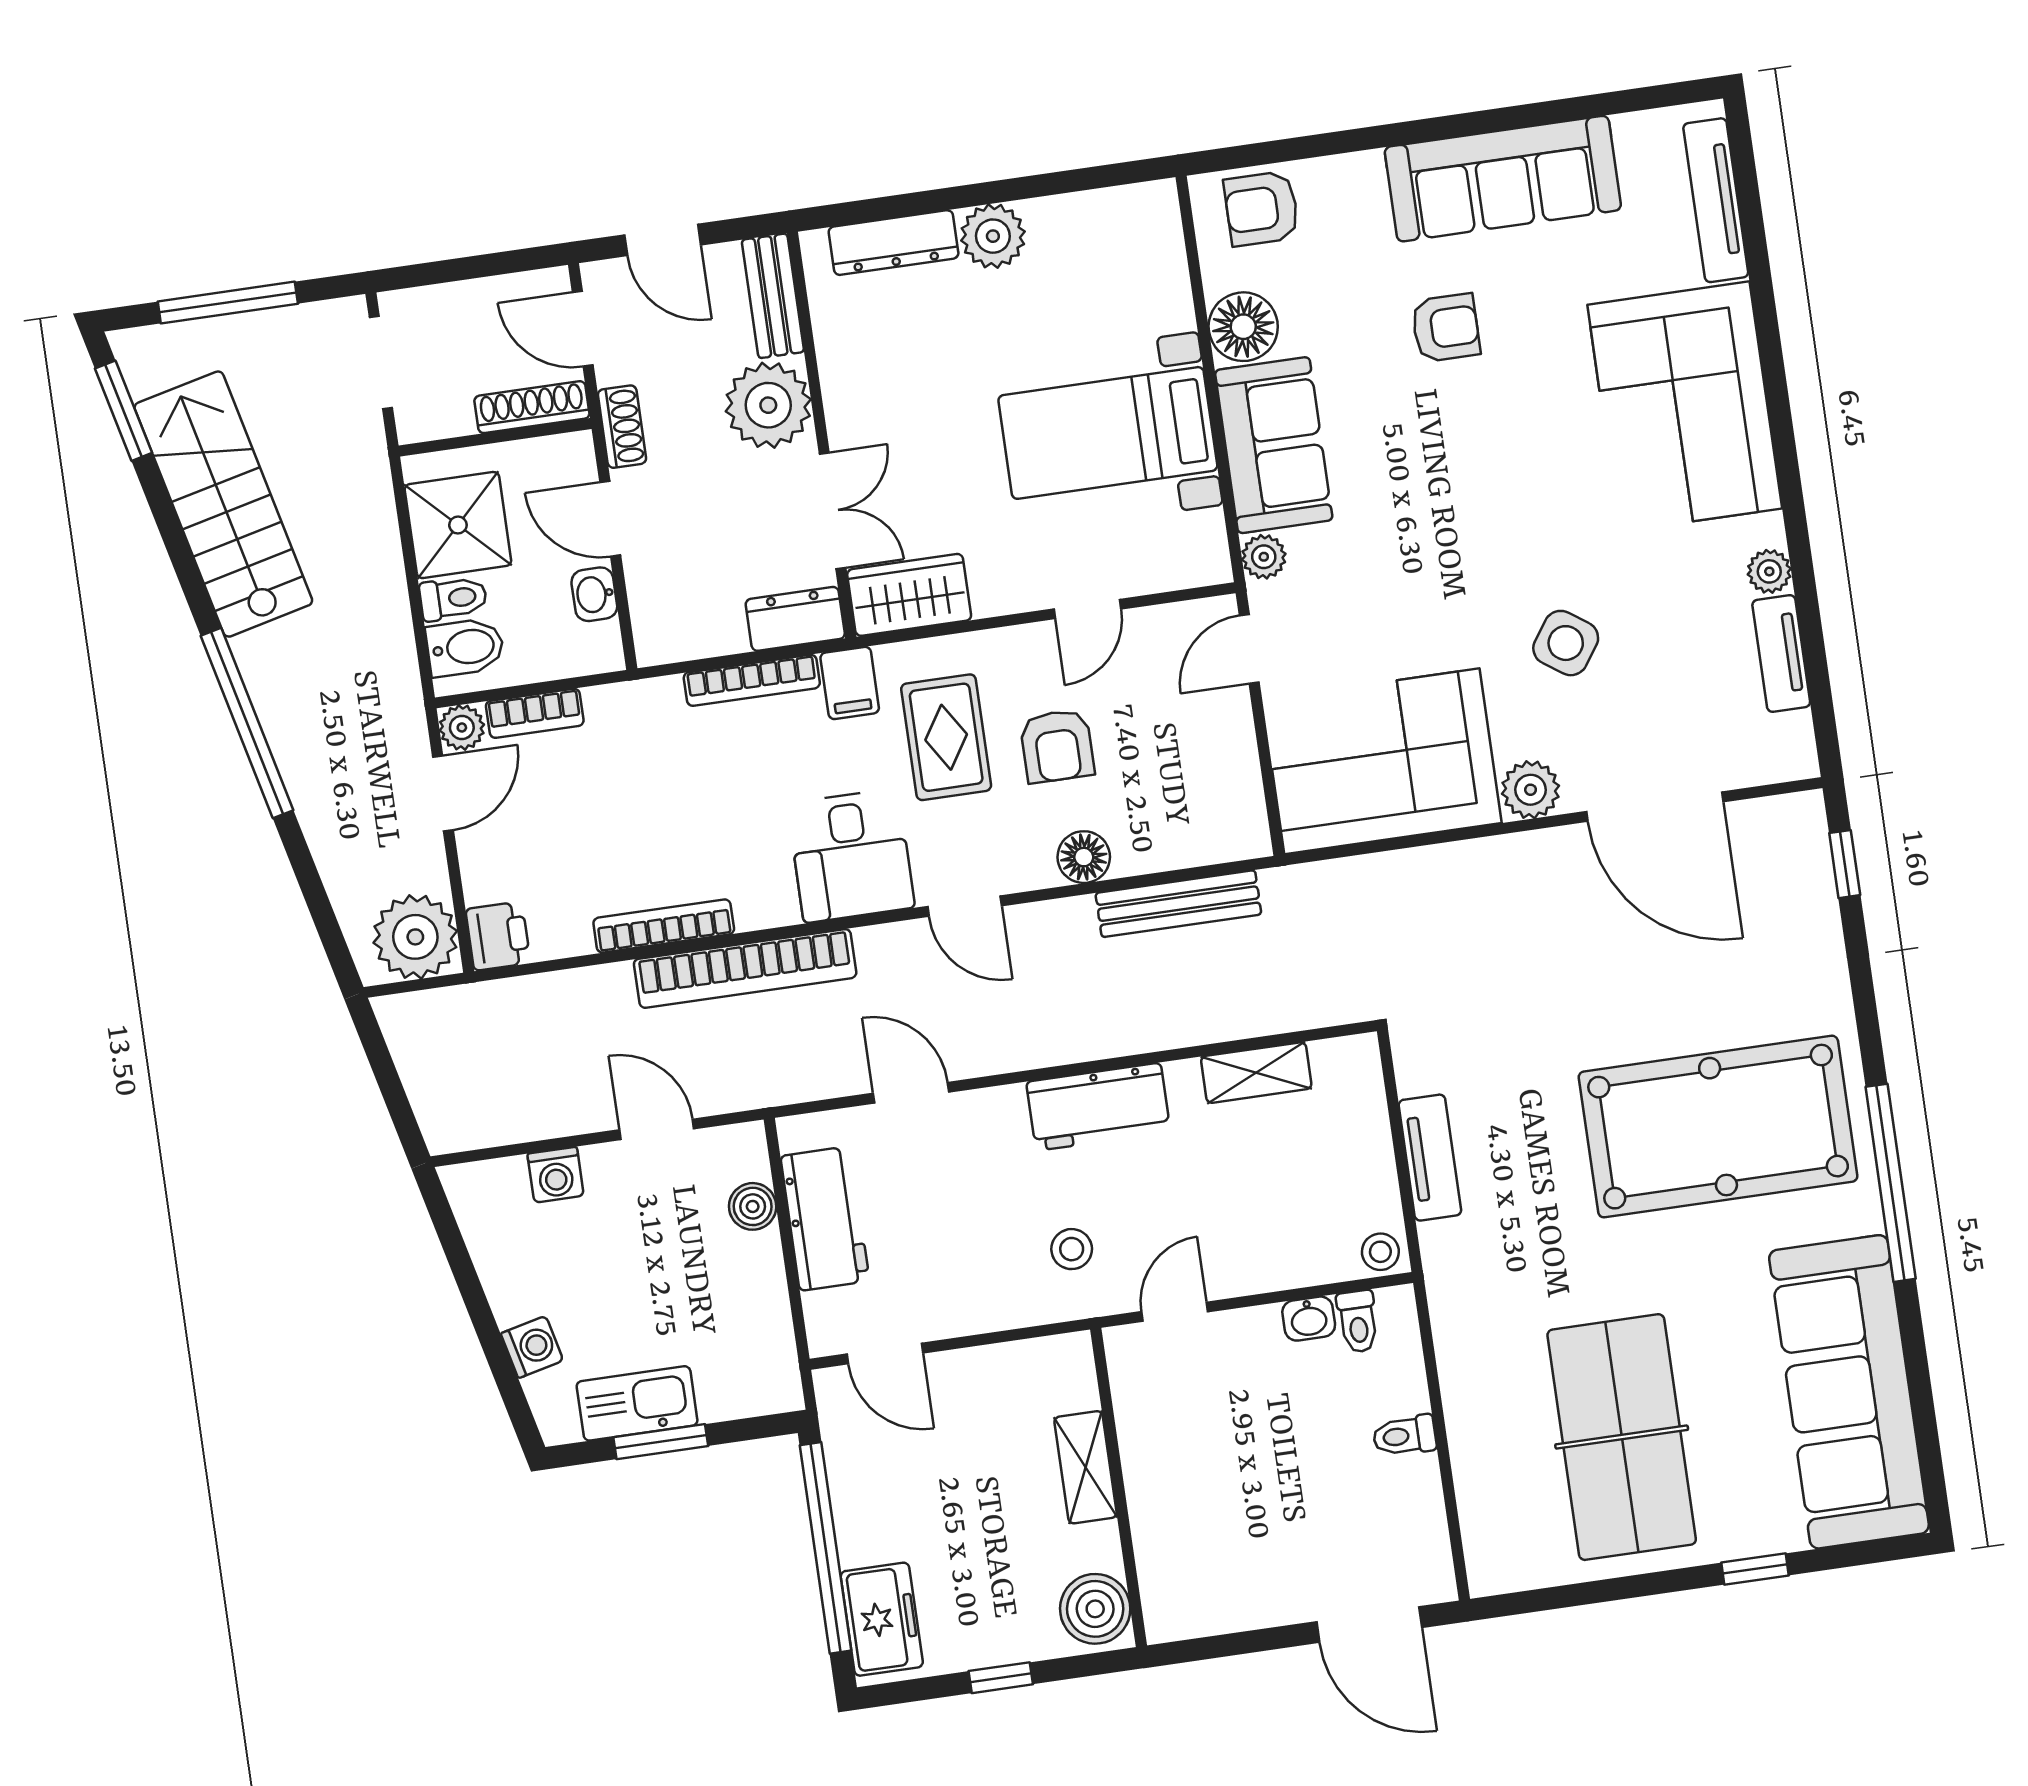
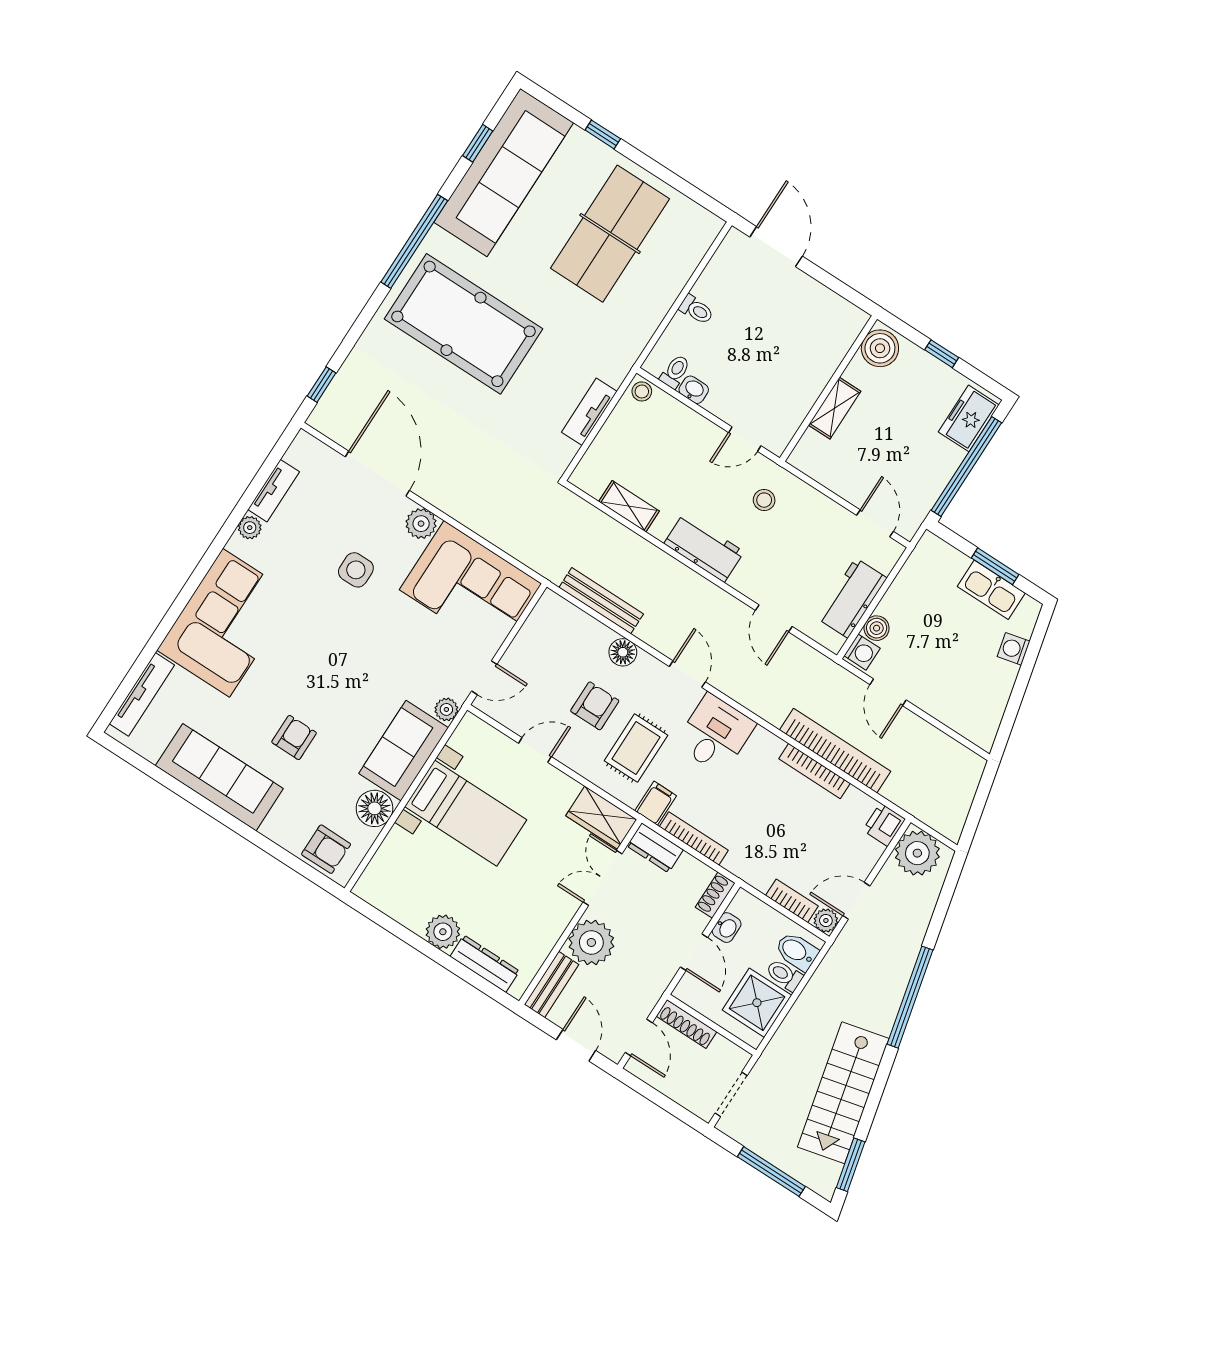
armchair: (1446, 328) -> (294, 738), turned 90
shoe rack: (622, 427) -> (715, 895), moved
side table: (1566, 643) -> (356, 570), turned -35
bookcase: (745, 968) -> (835, 751), moved
washing machine: (556, 1175) -> (862, 652), moved, turned 90
window: (1922, 1401) -> (478, 143), added

